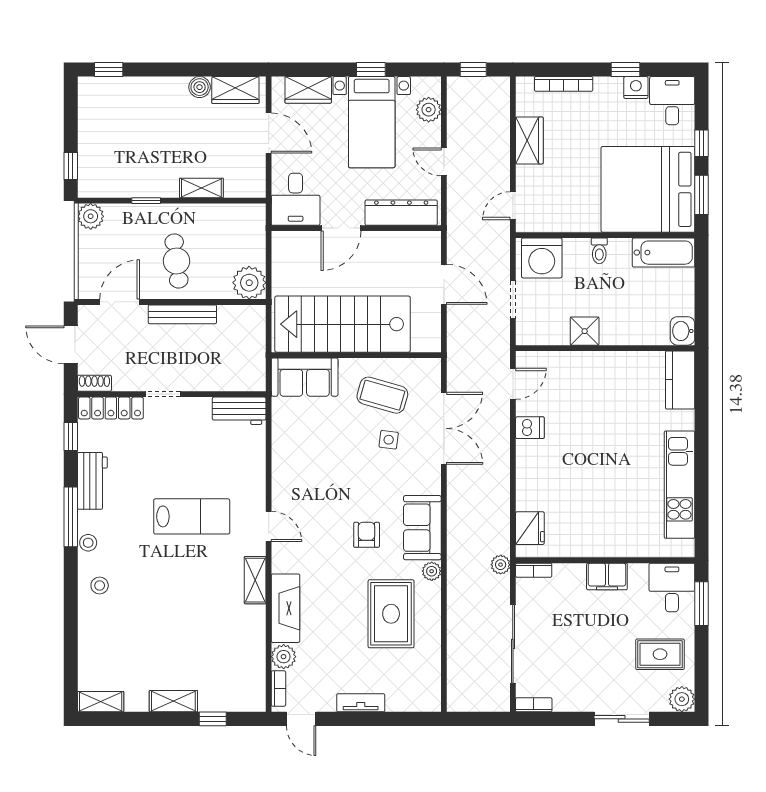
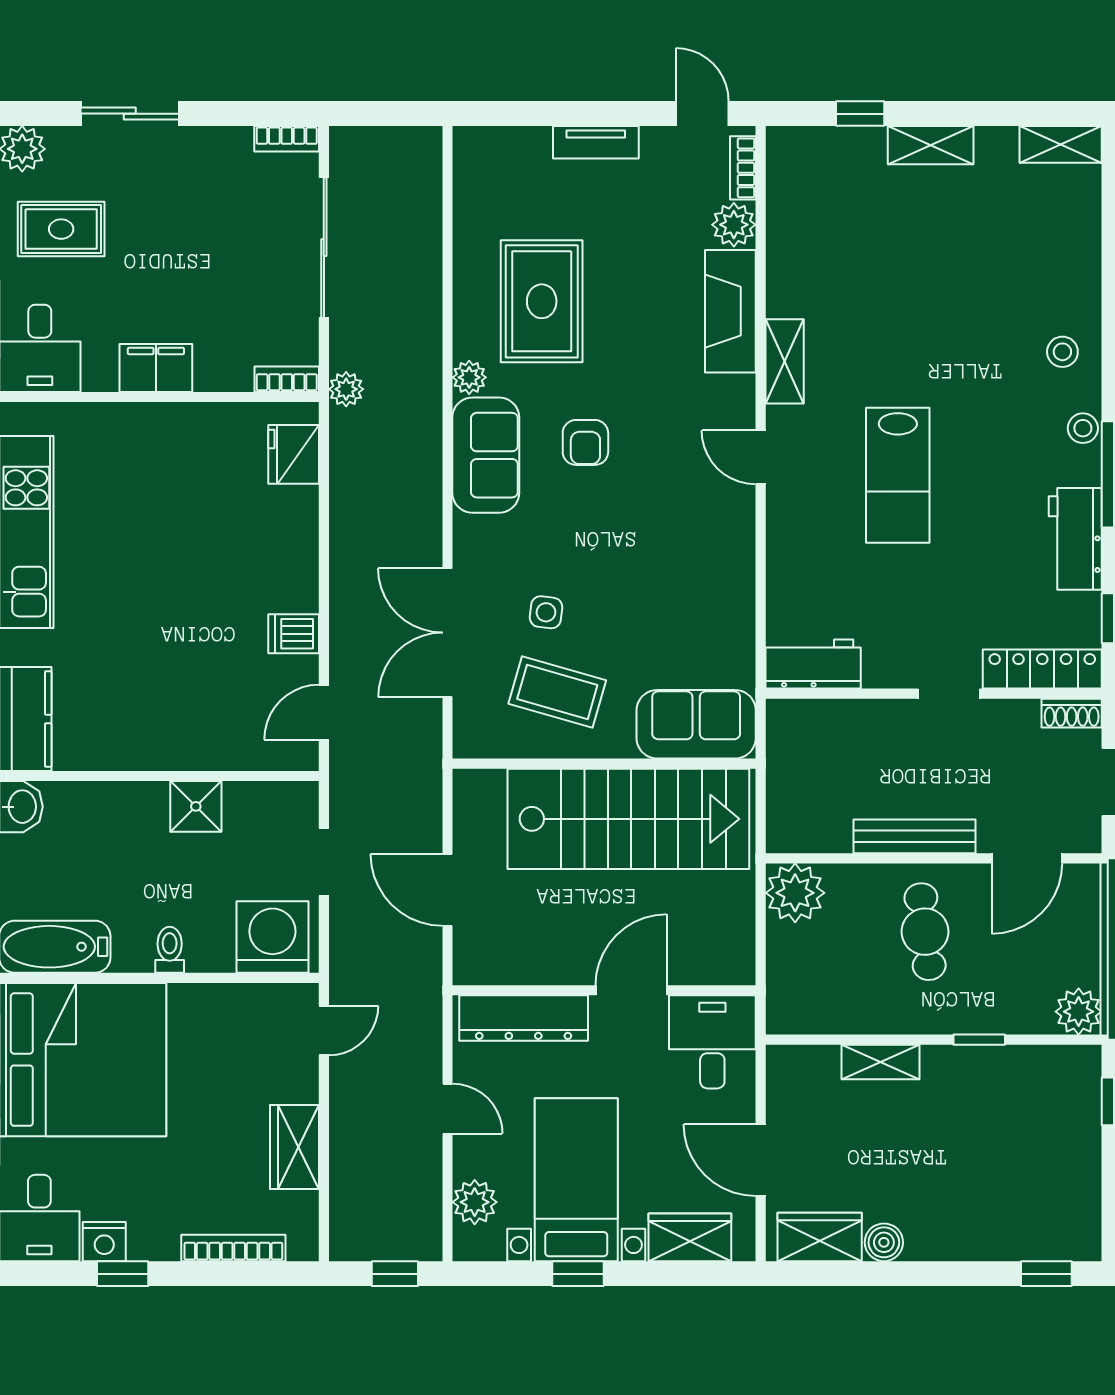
lab bench: (192, 516) -> (898, 475), turned -90

